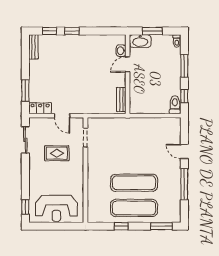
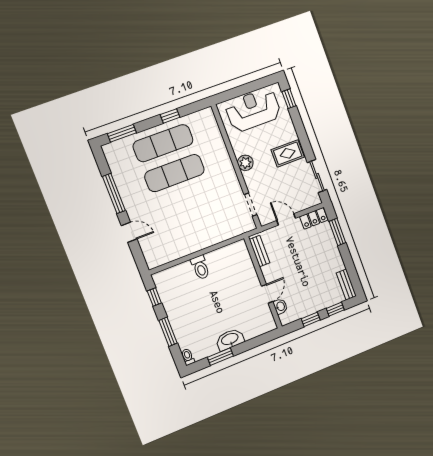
washbasin: (121, 51) -> (280, 306), moved
door: (128, 64) -> (267, 294), moved
wall: (128, 74) -> (263, 283), moved
bench: (121, 99) -> (259, 251), moved
toilet: (175, 105) -> (200, 267), moved
rug: (57, 153) -> (288, 153), moved
plant: (77, 171) -> (245, 163), added

